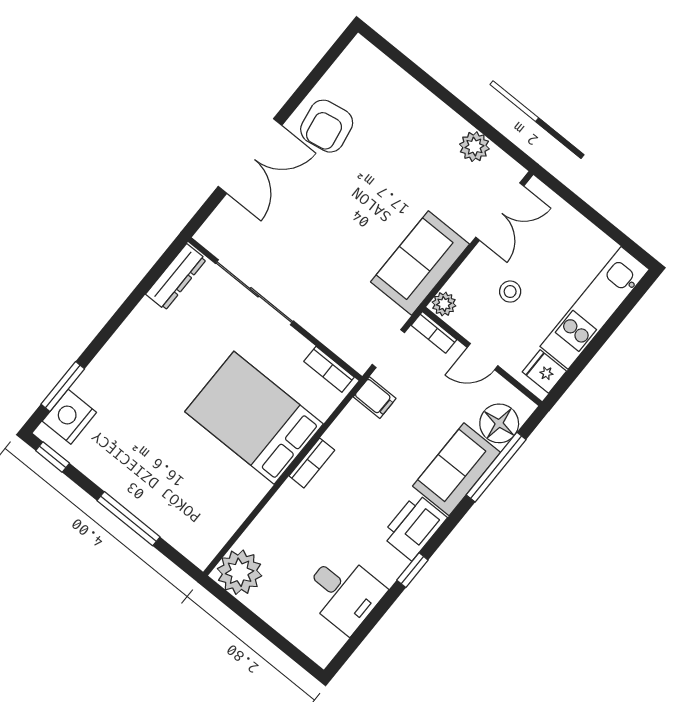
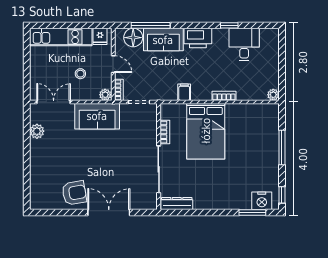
bookcase: (329, 369) -> (165, 132), moved
filing cabinet: (375, 398) -> (184, 92), moved
bookcase: (312, 463) -> (224, 96), moved
window: (412, 570) -> (229, 25), moved
plant: (240, 572) -> (273, 95), width x0.53, depth x0.53

